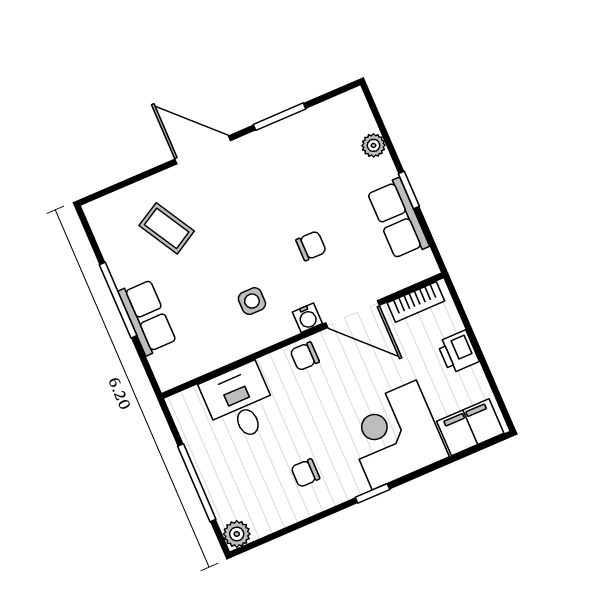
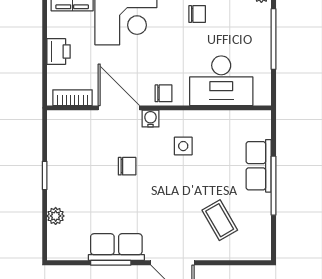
row of seats: (398, 219) -> (116, 247), moved, turned -90
chair: (311, 246) -> (127, 166), turned 180
desk: (240, 403) -> (221, 81), width x1.37

